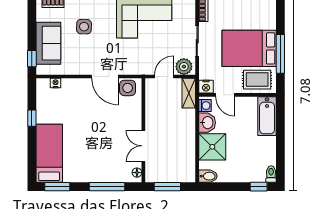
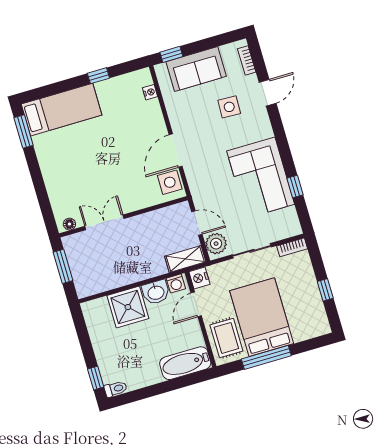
bidet: (208, 176) -> (90, 312), removed
window: (107, 187) -> (41, 192), removed

